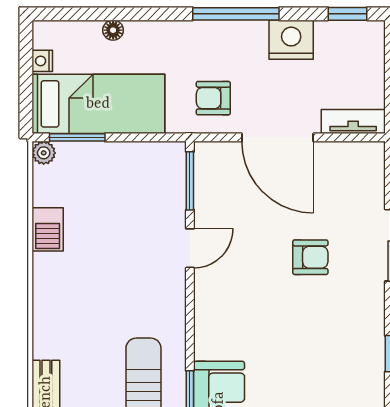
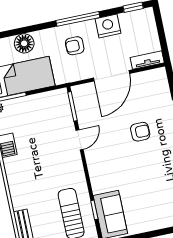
floor lamp: (113, 30) -> (24, 43), width x1.89, depth x1.89
armchair: (213, 98) -> (75, 46), moved
door: (278, 137) -> (111, 76), hinge flipped

